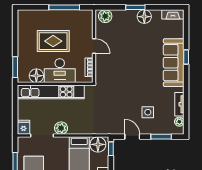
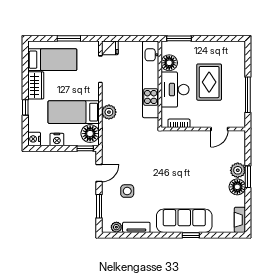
plant: (105, 16) -> (238, 170), moved
door: (94, 46) -> (219, 129), moved
plant: (61, 128) -> (109, 112), moved

